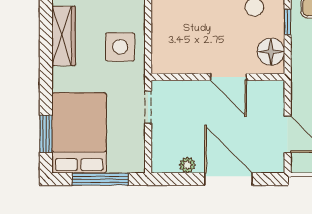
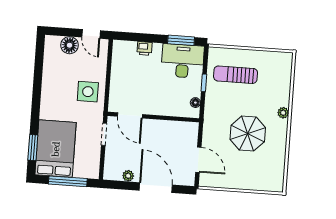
wardrobe: (64, 36) -> (50, 81), removed
floor lamp: (271, 52) -> (195, 103), width x0.53, depth x0.53
door: (228, 77) -> (130, 115), moved

